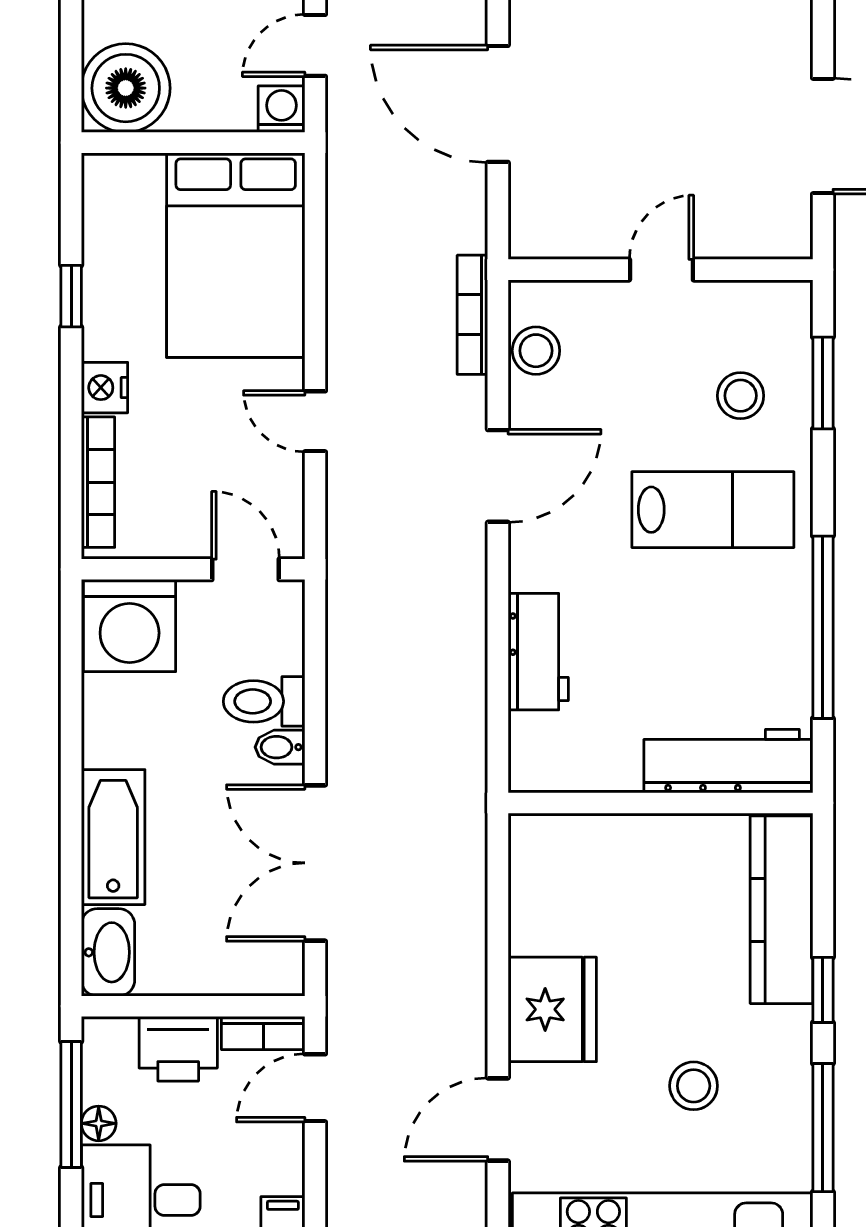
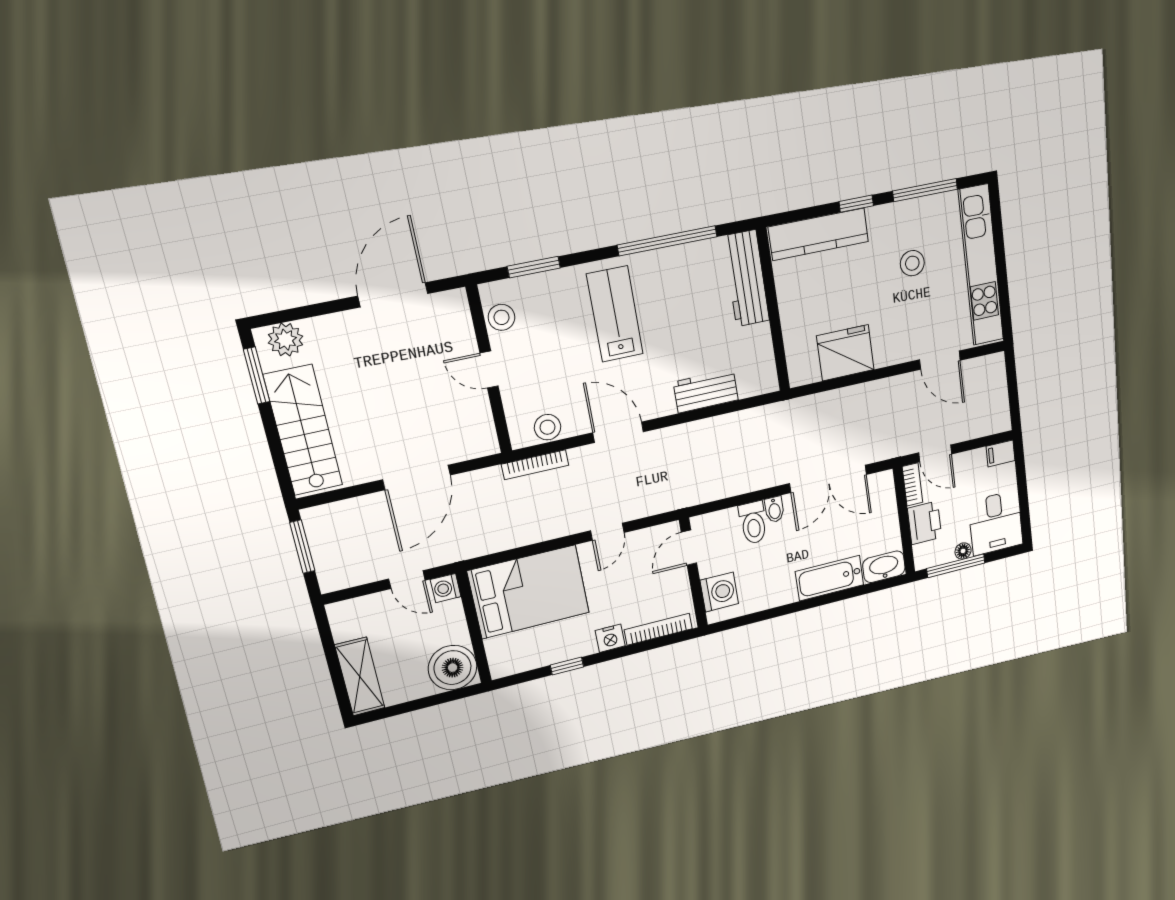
stool: (741, 396) -> (502, 317), moved
washing machine: (130, 626) -> (719, 592), width x0.73, depth x0.73
fridge: (552, 1009) -> (845, 353), moved

